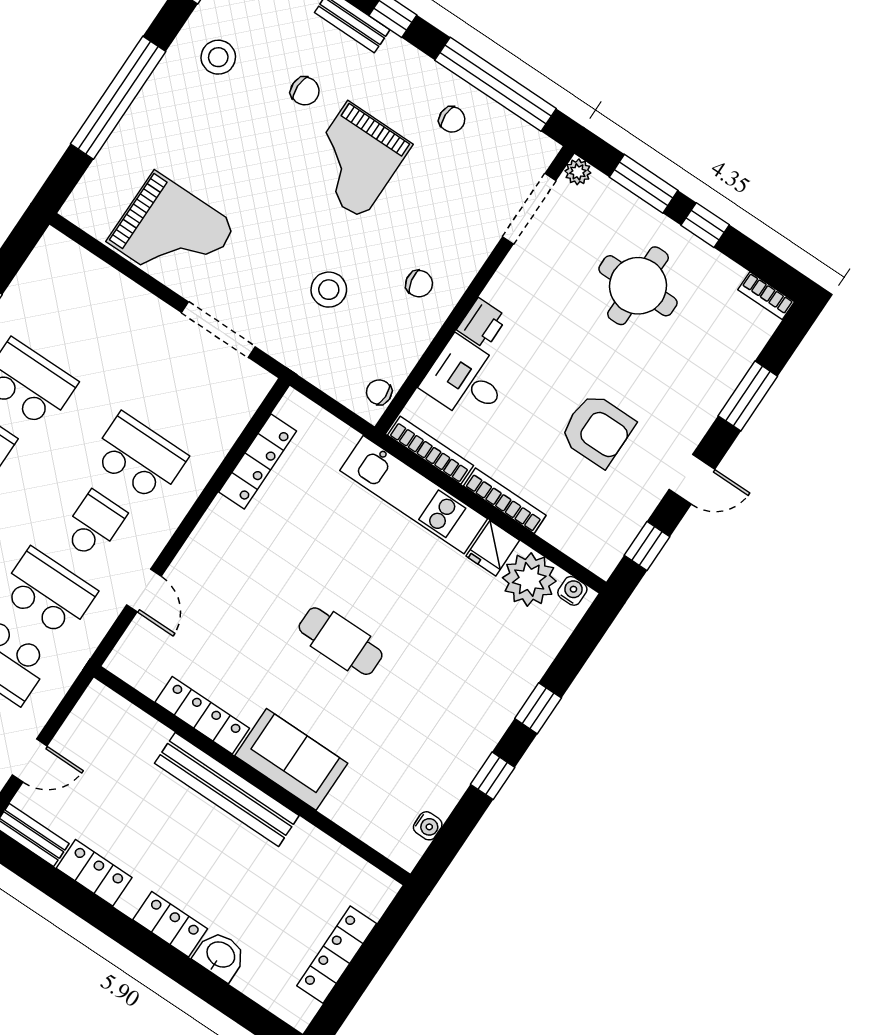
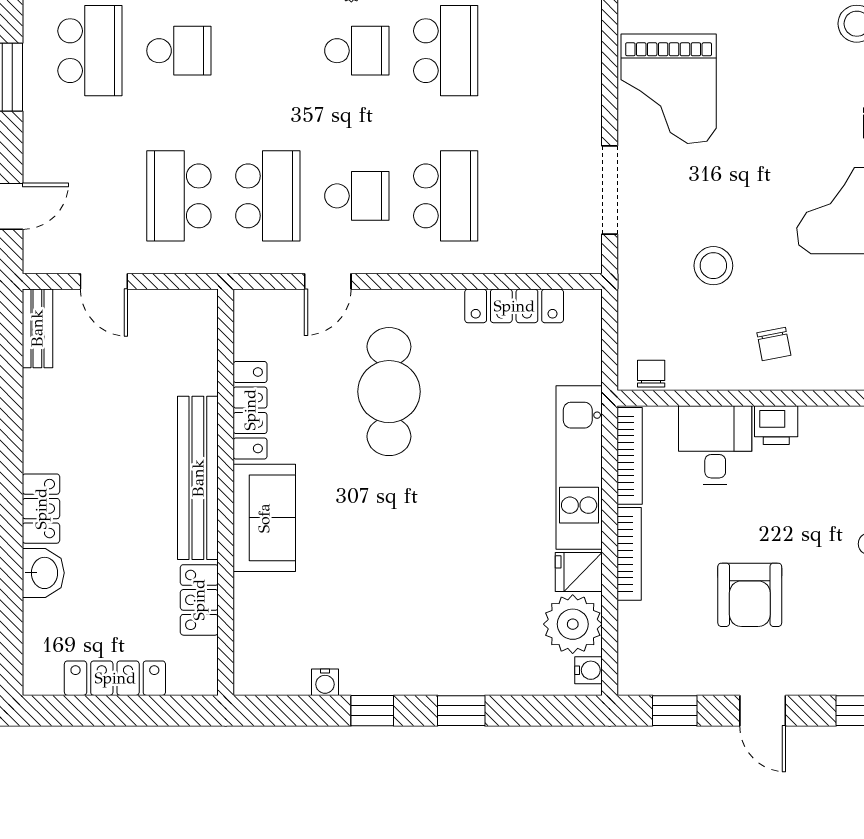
cafe table: (341, 641) -> (389, 392), moved, width x1.37, depth x1.35
water cooler: (428, 826) -> (325, 682), moved
locker: (94, 873) -> (199, 600), moved, turned 180

